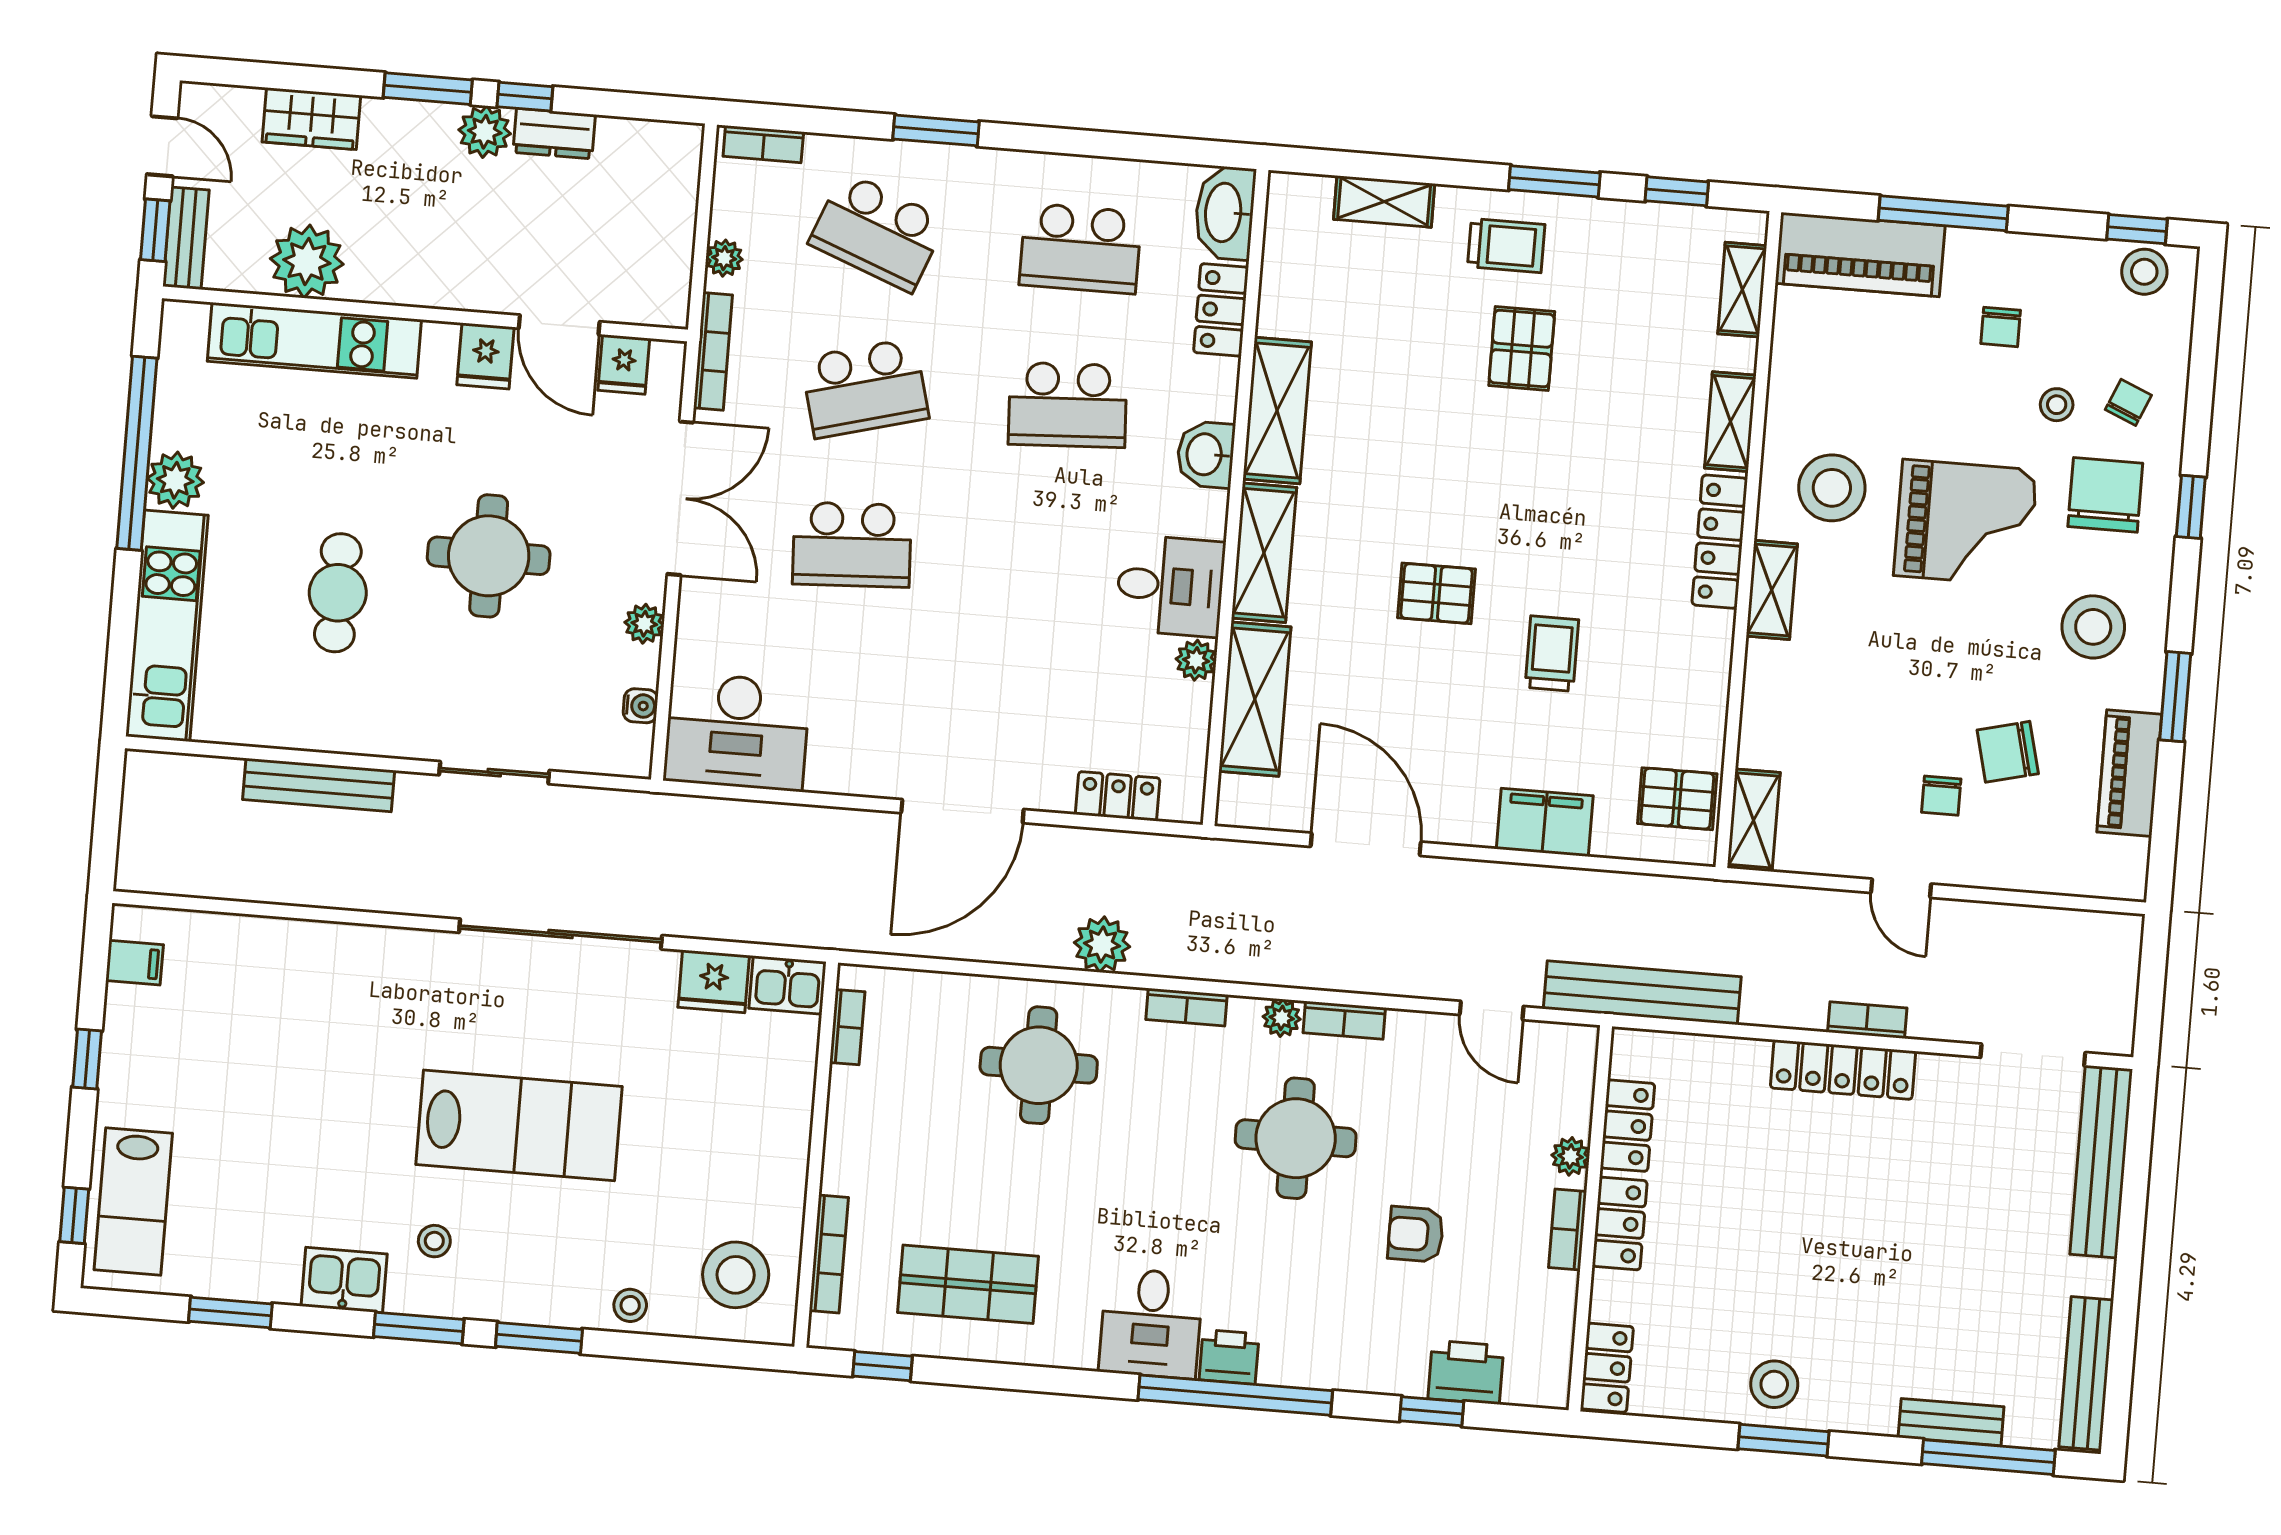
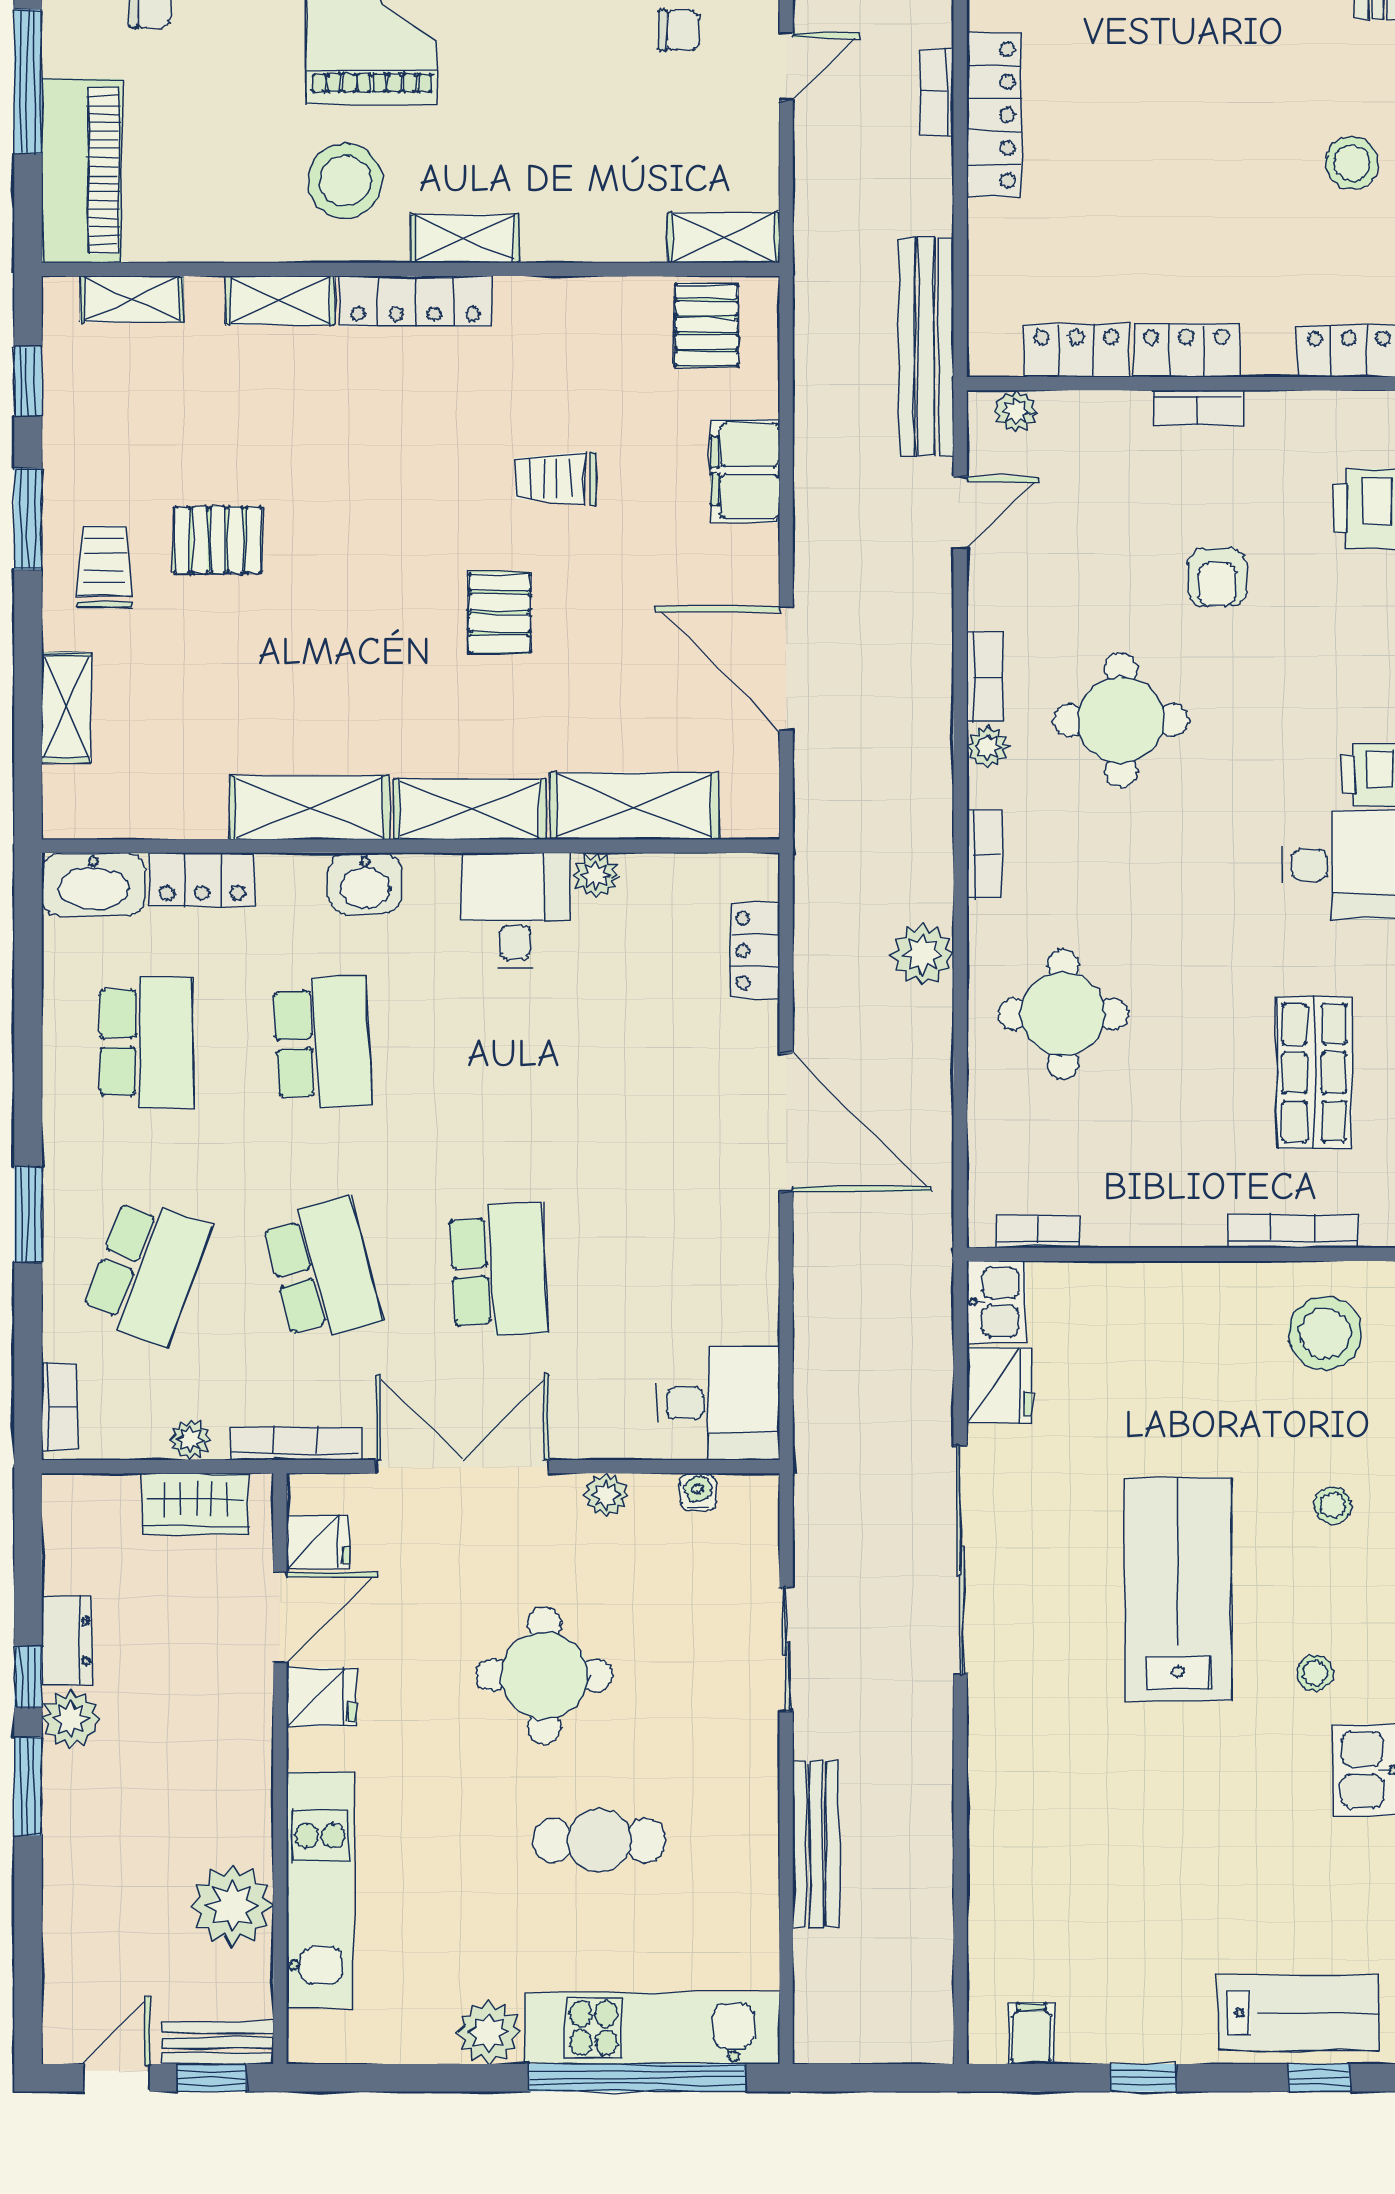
wardrobe: (311, 119) -> (196, 1504), moved, turned 90
window: (137, 453) -> (637, 2078), moved
desk: (737, 732) -> (718, 1403), width x0.73
door: (1366, 844) -> (786, 669), hinge flipped
plant: (1570, 1156) -> (1016, 411), moved
stool: (630, 1305) -> (1333, 1505), moved

